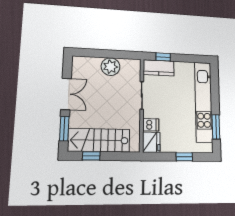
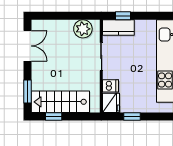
plant: (110, 67) -> (83, 29), moved
double door: (66, 94) -> (28, 46), moved
window: (184, 157) -> (132, 117), moved

